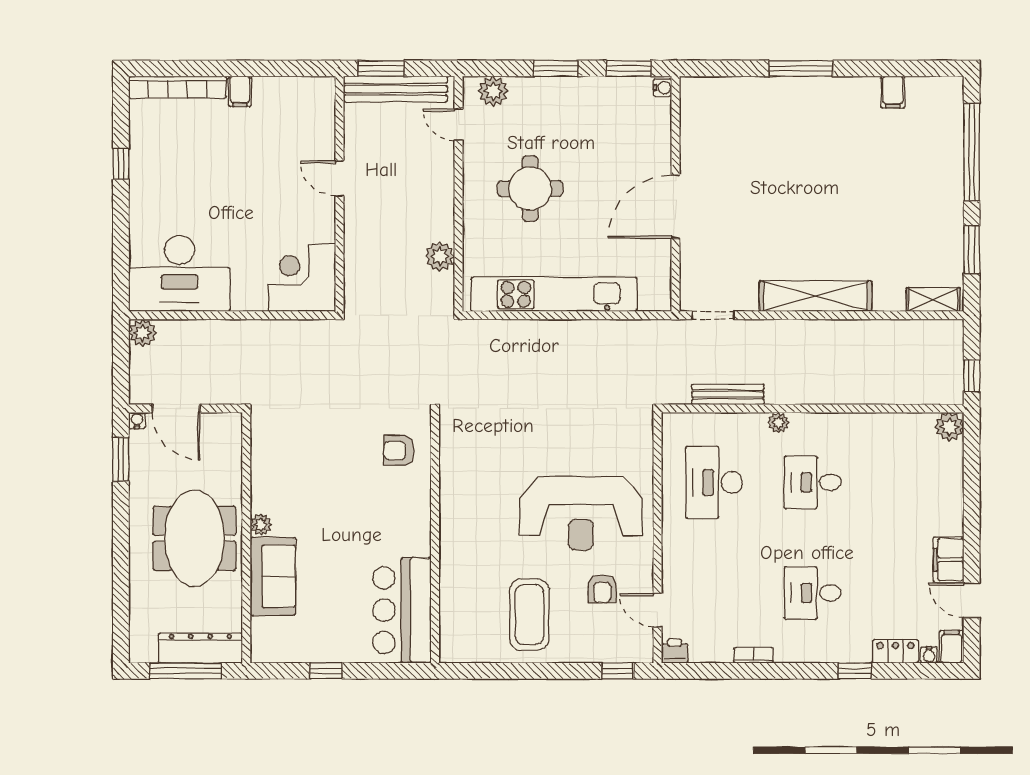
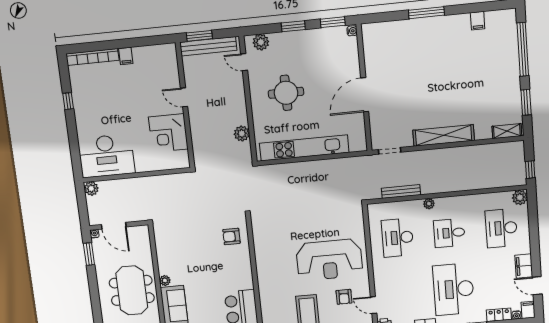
corner desk: (302, 278) -> (168, 133), moved, turned -90
desk: (911, 482) -> (501, 228), added
desk: (813, 593) -> (454, 289), width x1.87, depth x1.30

